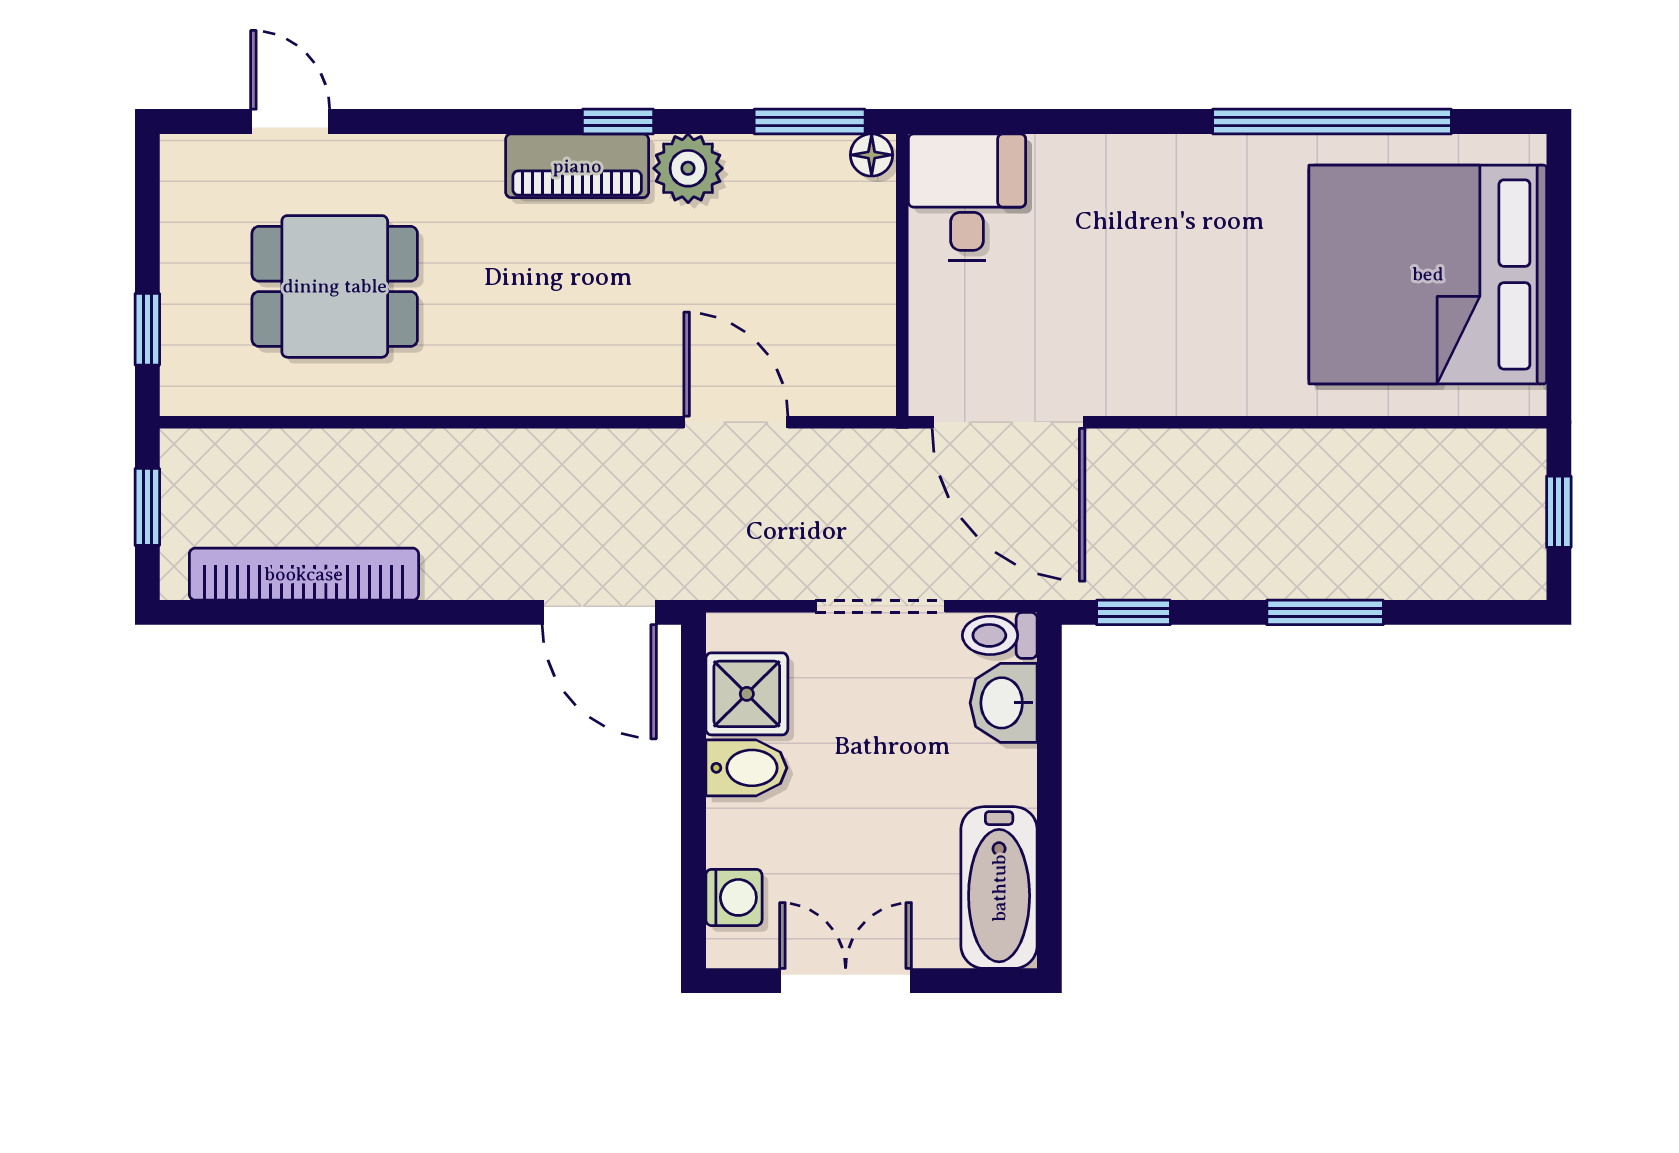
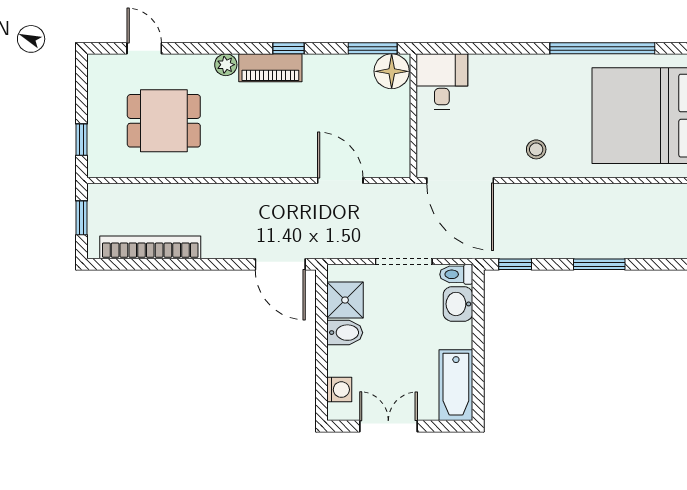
floor lamp: (872, 155) -> (392, 71), width x1.89, depth x1.89
plant: (688, 168) -> (226, 65), moved, width x0.73, depth x0.73
stool: (1181, 351) -> (536, 149), added

